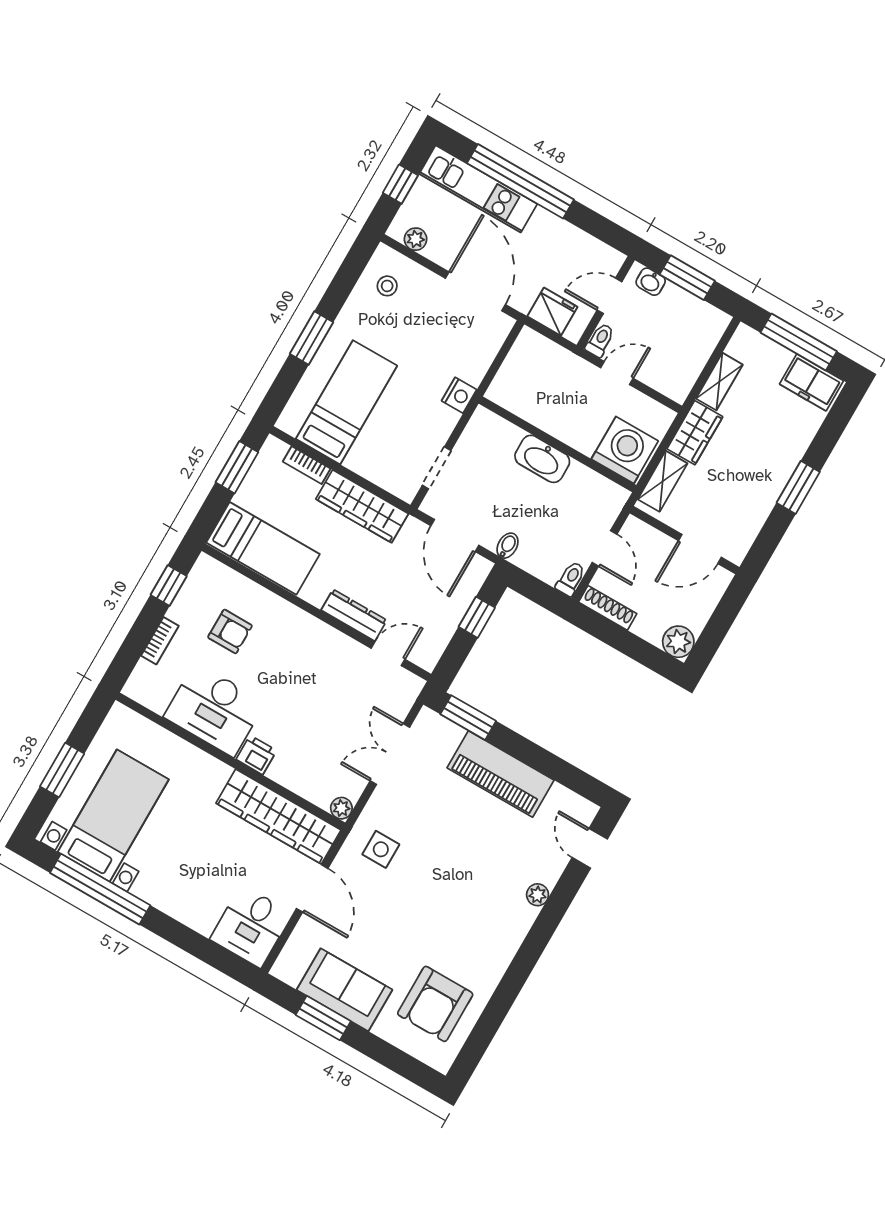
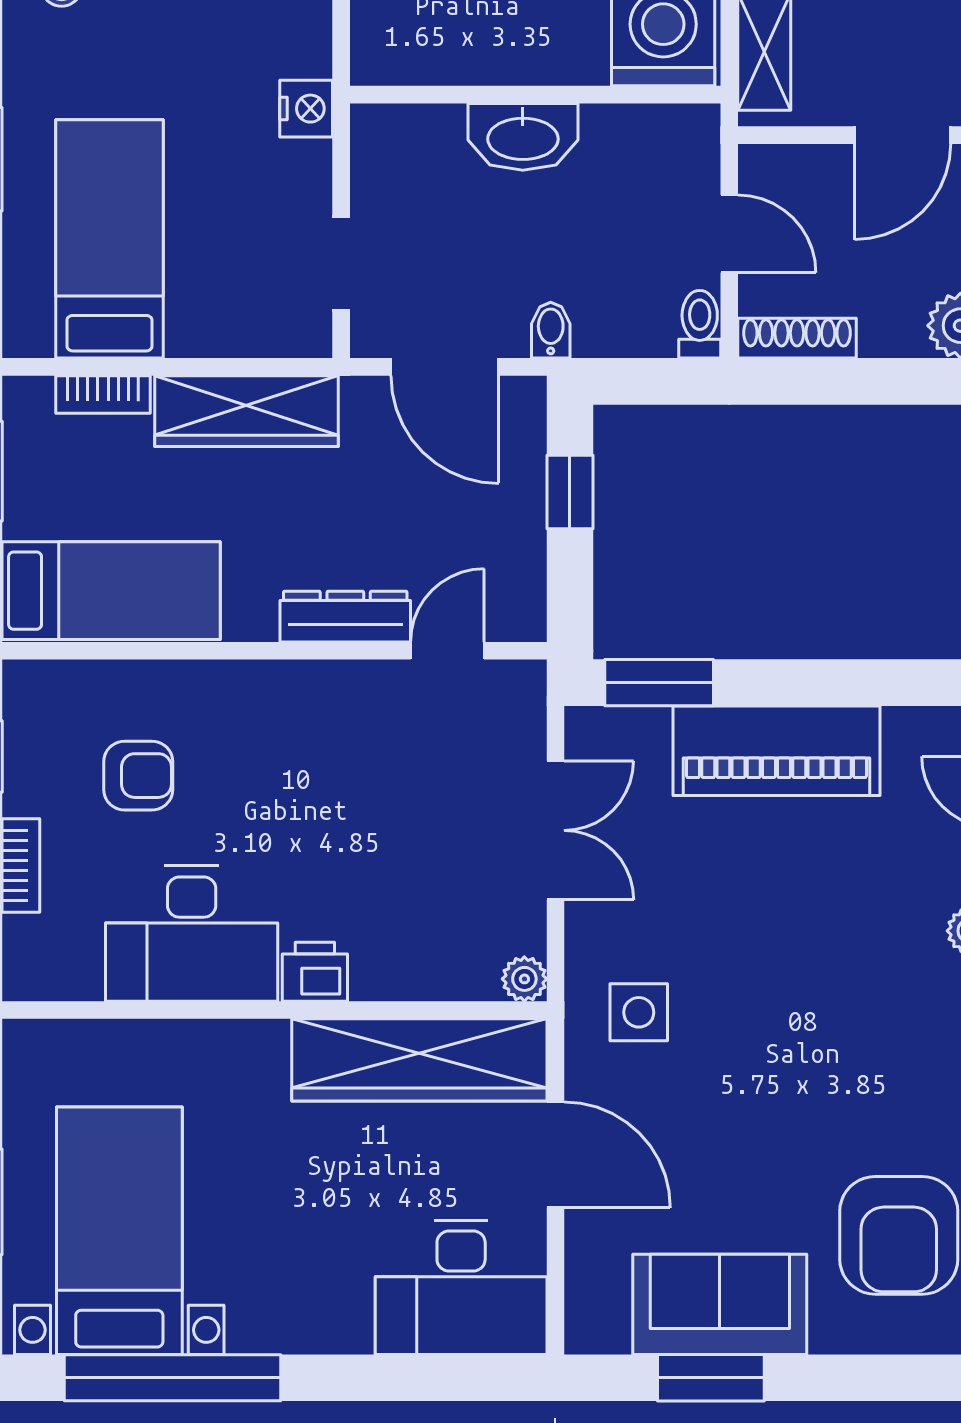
double door: (390, 754) -> (555, 830), swing flipped
desk: (251, 926) -> (461, 1287), width x1.37

